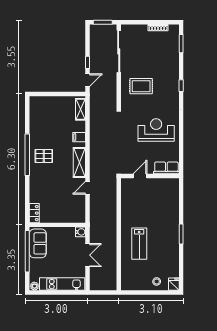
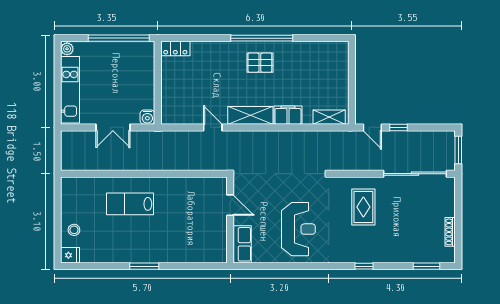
filing cabinet: (79, 137) -> (288, 115), width x2.00
pallet: (44, 156) -> (260, 63), turned 90
sofa: (38, 243) -> (130, 54), removed

